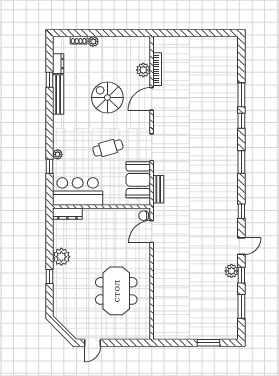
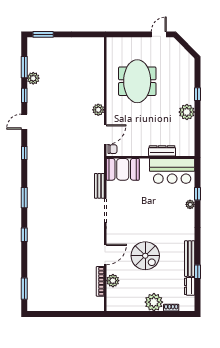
plant: (93, 41) -> (154, 302), width x1.88, depth x1.88
window: (241, 95) -> (24, 289), moved
cafe table: (108, 148) -> (145, 210), removed
booth: (138, 180) -> (123, 169), moved, turned 90
bench: (158, 189) -> (99, 186), moved
dresser: (67, 214) -> (162, 151), moved
plant: (159, 259) -> (98, 110), added
plant: (231, 271) -> (33, 78), moved
window: (208, 343) -> (43, 34), moved

